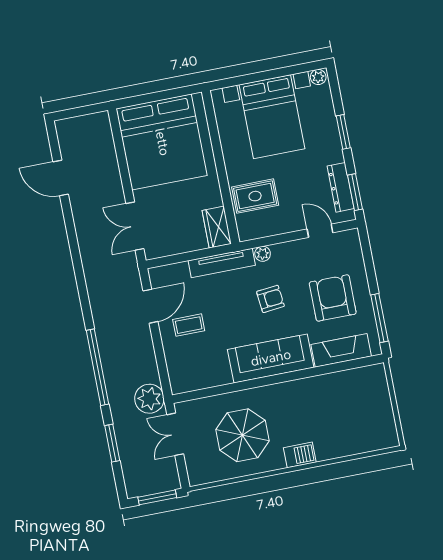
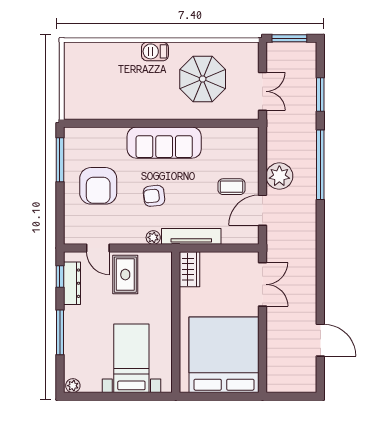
bed with nightstands: (272, 117) -> (131, 358), width x0.73
window: (343, 132) -> (60, 332), width x1.44
window: (355, 192) -> (60, 277), width x0.67
rug: (255, 196) -> (125, 275), moved, turned 90
fireplace: (341, 350) -> (100, 138), removed
plant: (149, 399) -> (279, 176), moved

